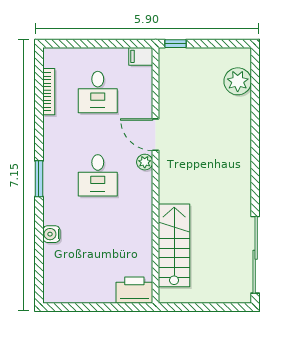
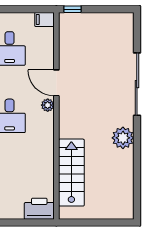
plant: (238, 81) -> (123, 138), moved
sliding door: (255, 255) -> (137, 84), moved

